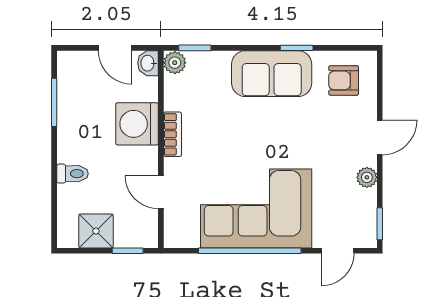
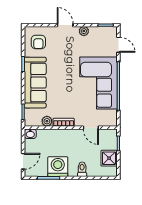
door: (115, 48) -> (23, 161), moved
plant: (175, 63) -> (47, 121), moved
sofa: (272, 74) -> (35, 83), width x1.36
washing machine: (137, 124) -> (58, 167), moved, turned 180
door: (161, 192) -> (91, 128), hinge flipped

